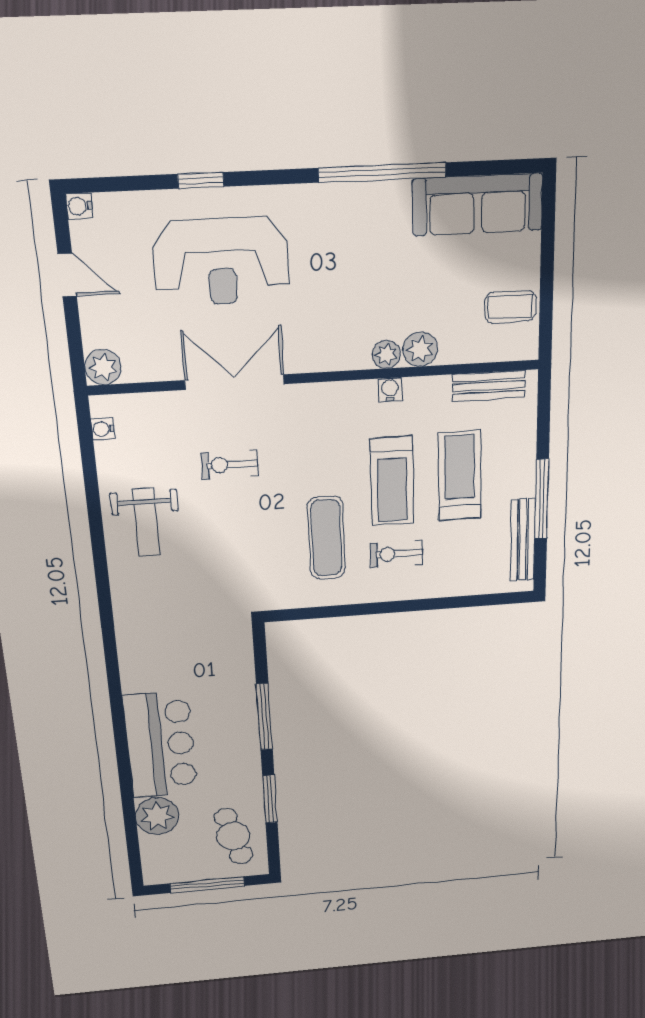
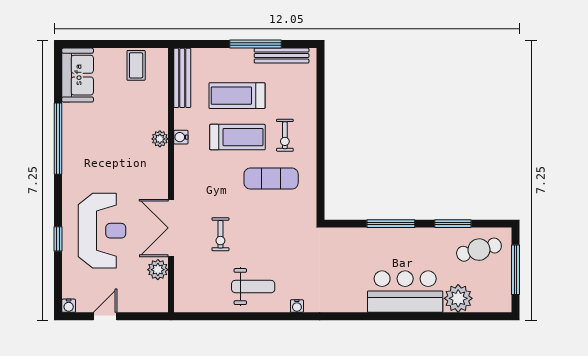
sofa: (478, 205) -> (78, 75), width x0.73
plant: (420, 349) -> (158, 119), removed
plant: (103, 367) -> (158, 270), moved
bench: (489, 386) -> (182, 78), width x1.36
water cooler: (103, 429) -> (297, 306), moved

